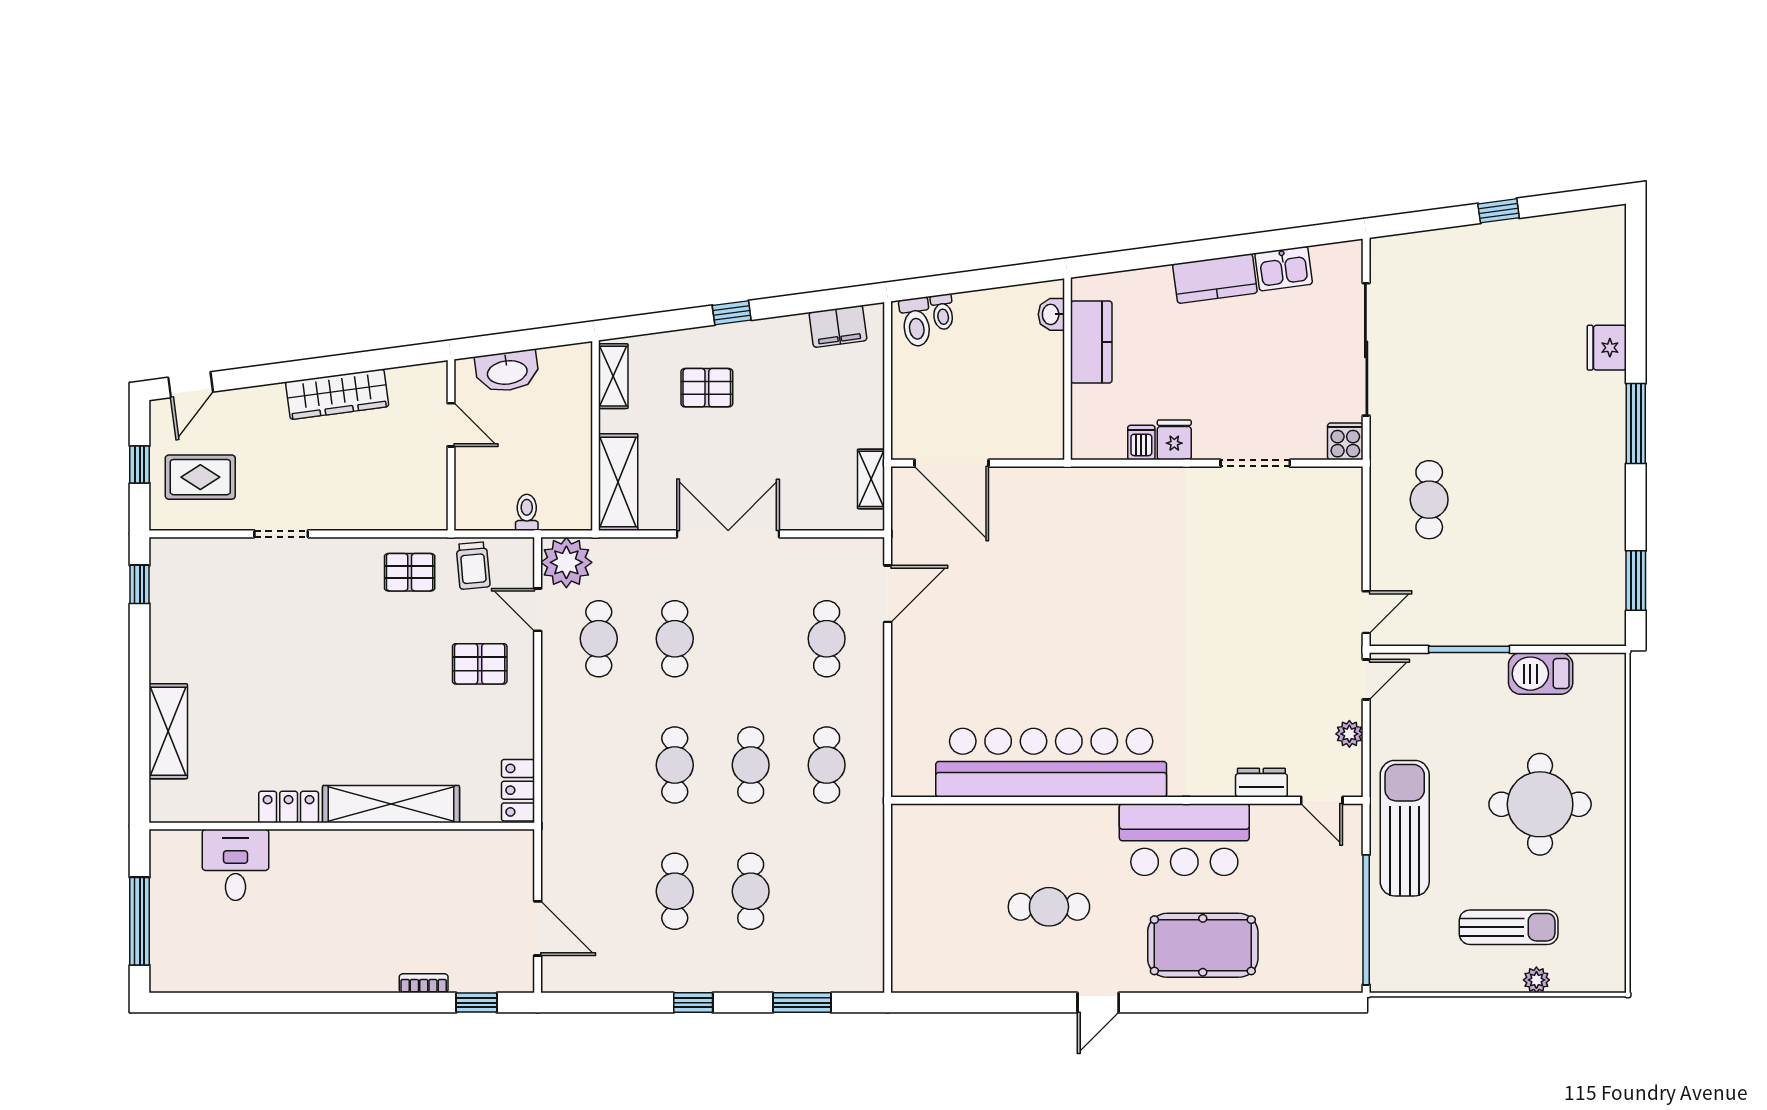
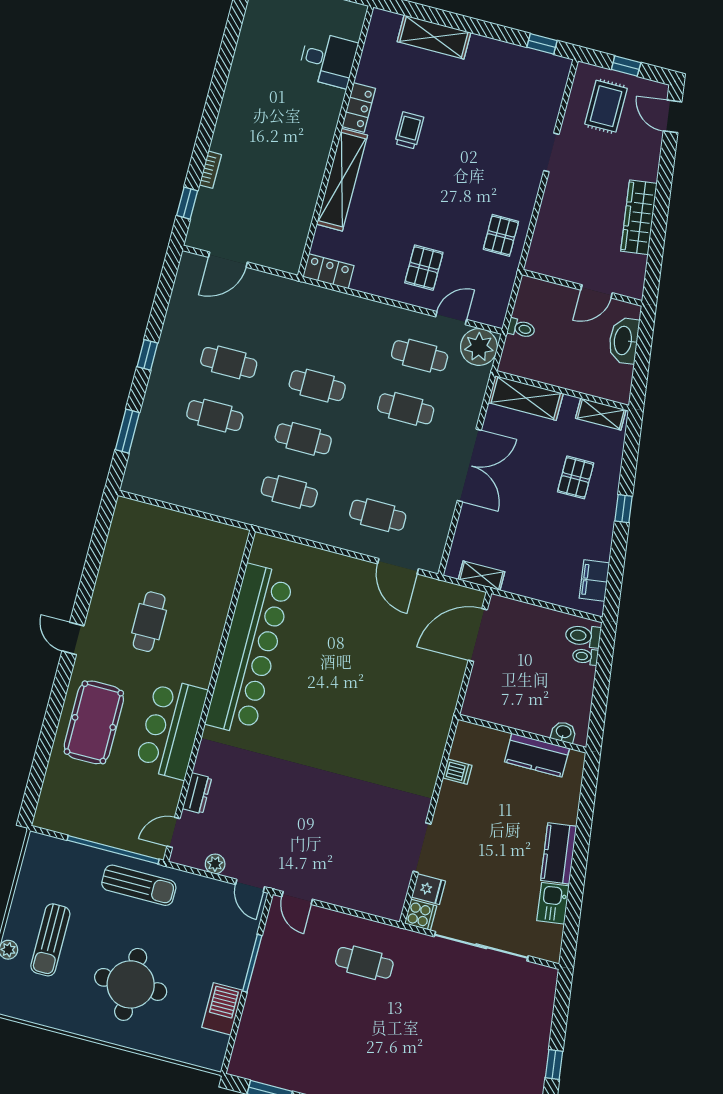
fridge: (1174, 440) -> (428, 889), moved
trolley: (473, 566) -> (409, 130), moved, turned 95
sun lounger: (1405, 828) -> (139, 885), width x0.73, depth x0.75
window: (1366, 920) -> (113, 850), moved

